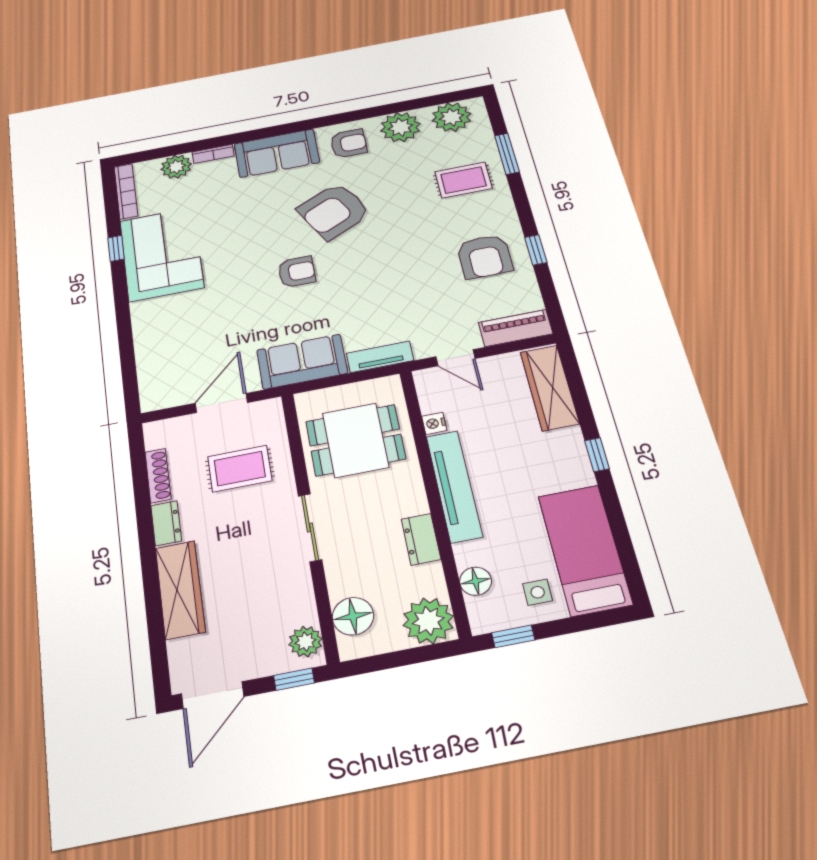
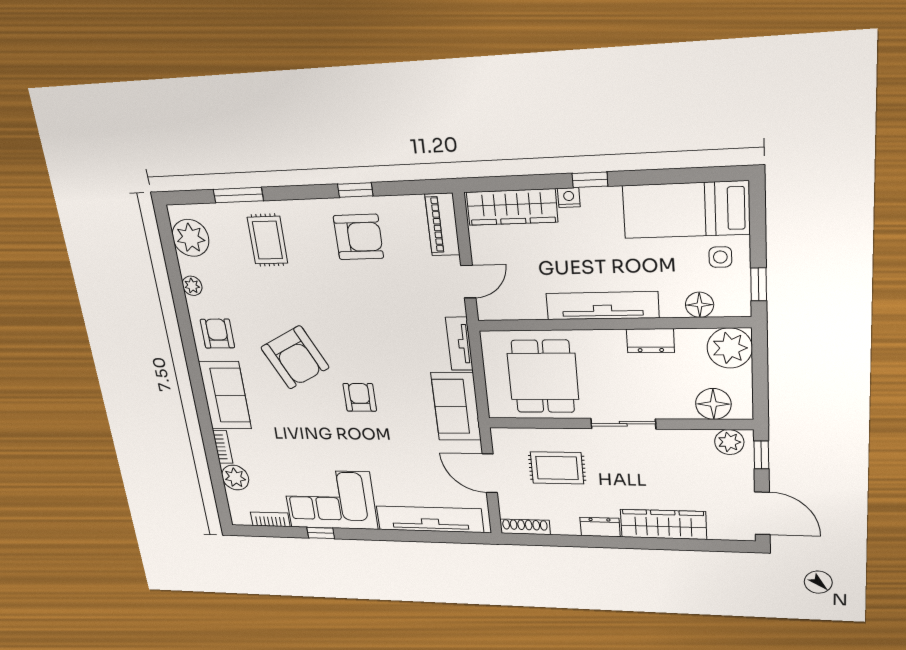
plant: (400, 127) -> (192, 286), width x0.53, depth x0.53
bookcase: (126, 191) -> (270, 519), width x0.64
tv unit: (150, 351) -> (430, 519), added
nightstand: (434, 423) -> (569, 197), moved, turned 180
rug: (240, 469) -> (557, 468), turned 90
shoe rack: (158, 476) -> (525, 527), moved

